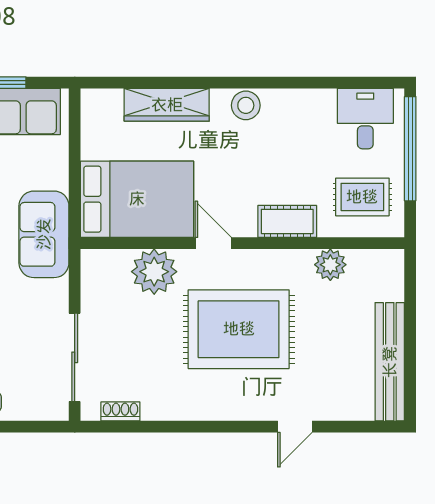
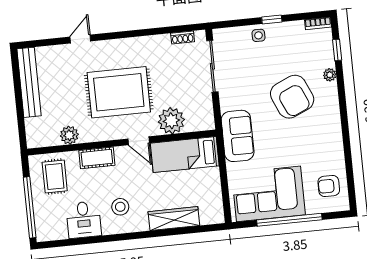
stool: (246, 105) -> (120, 207), moved
desk: (365, 119) -> (84, 220), moved
rug: (362, 197) -> (55, 177), turned 90
bed: (137, 199) -> (185, 154), width x0.67

